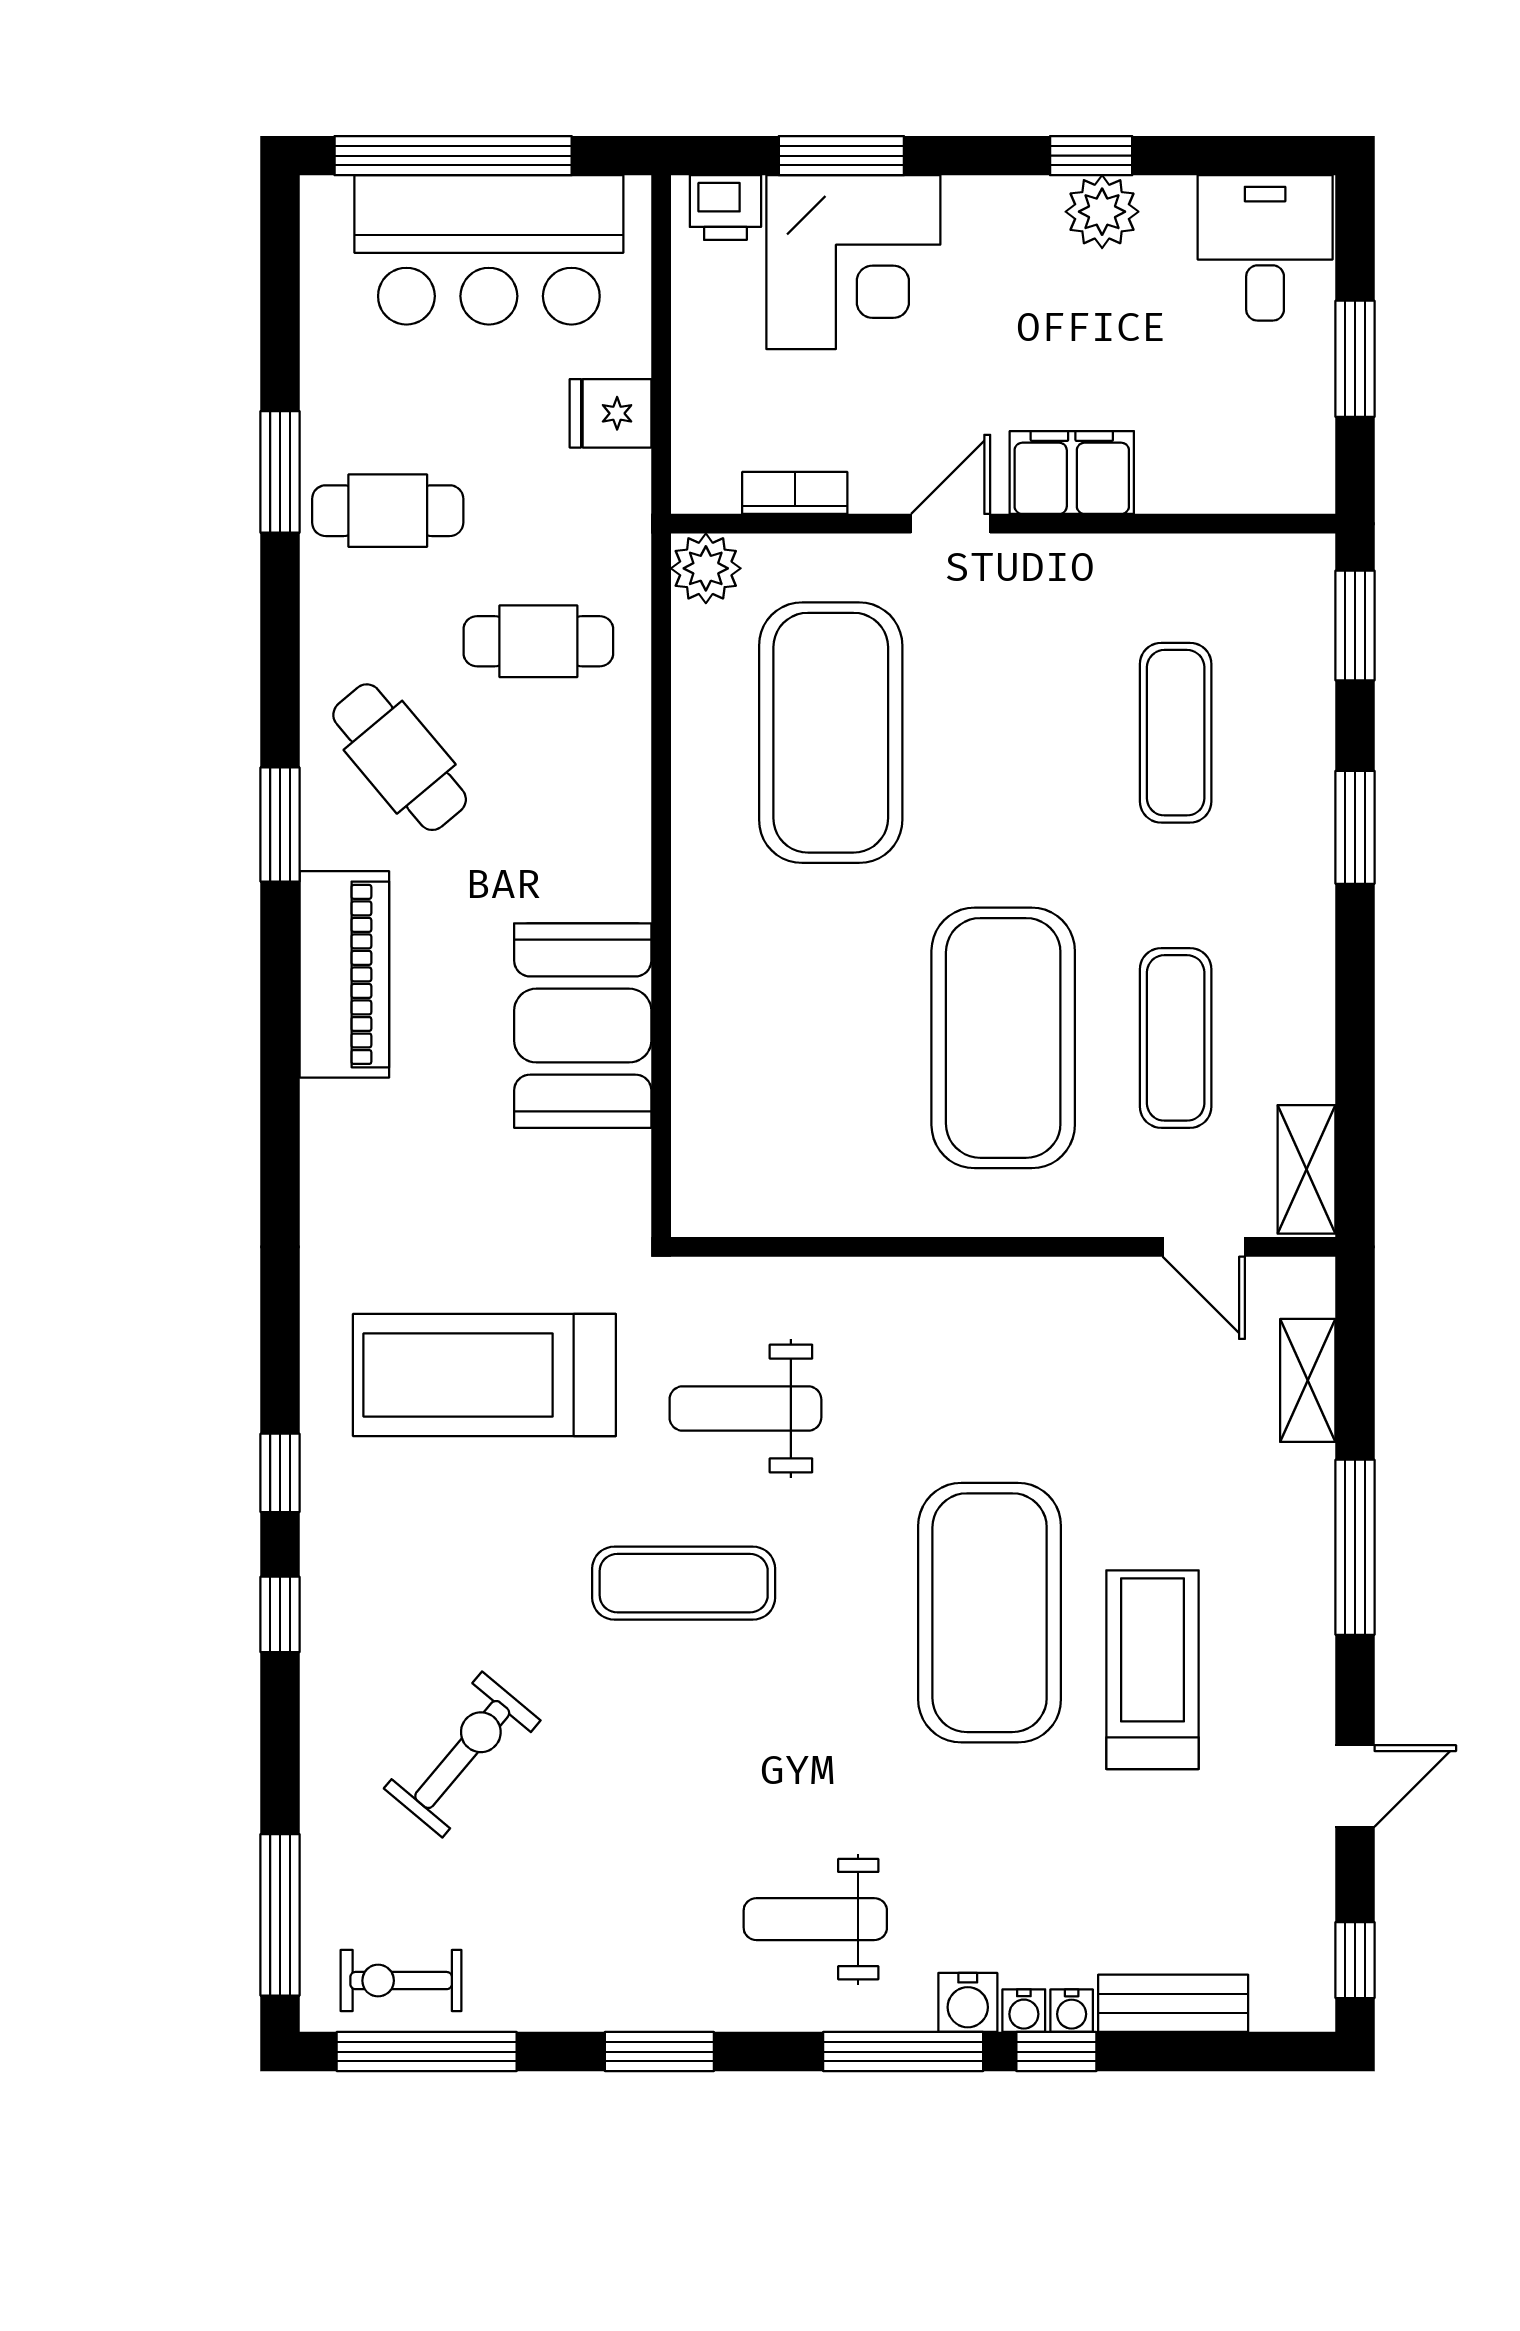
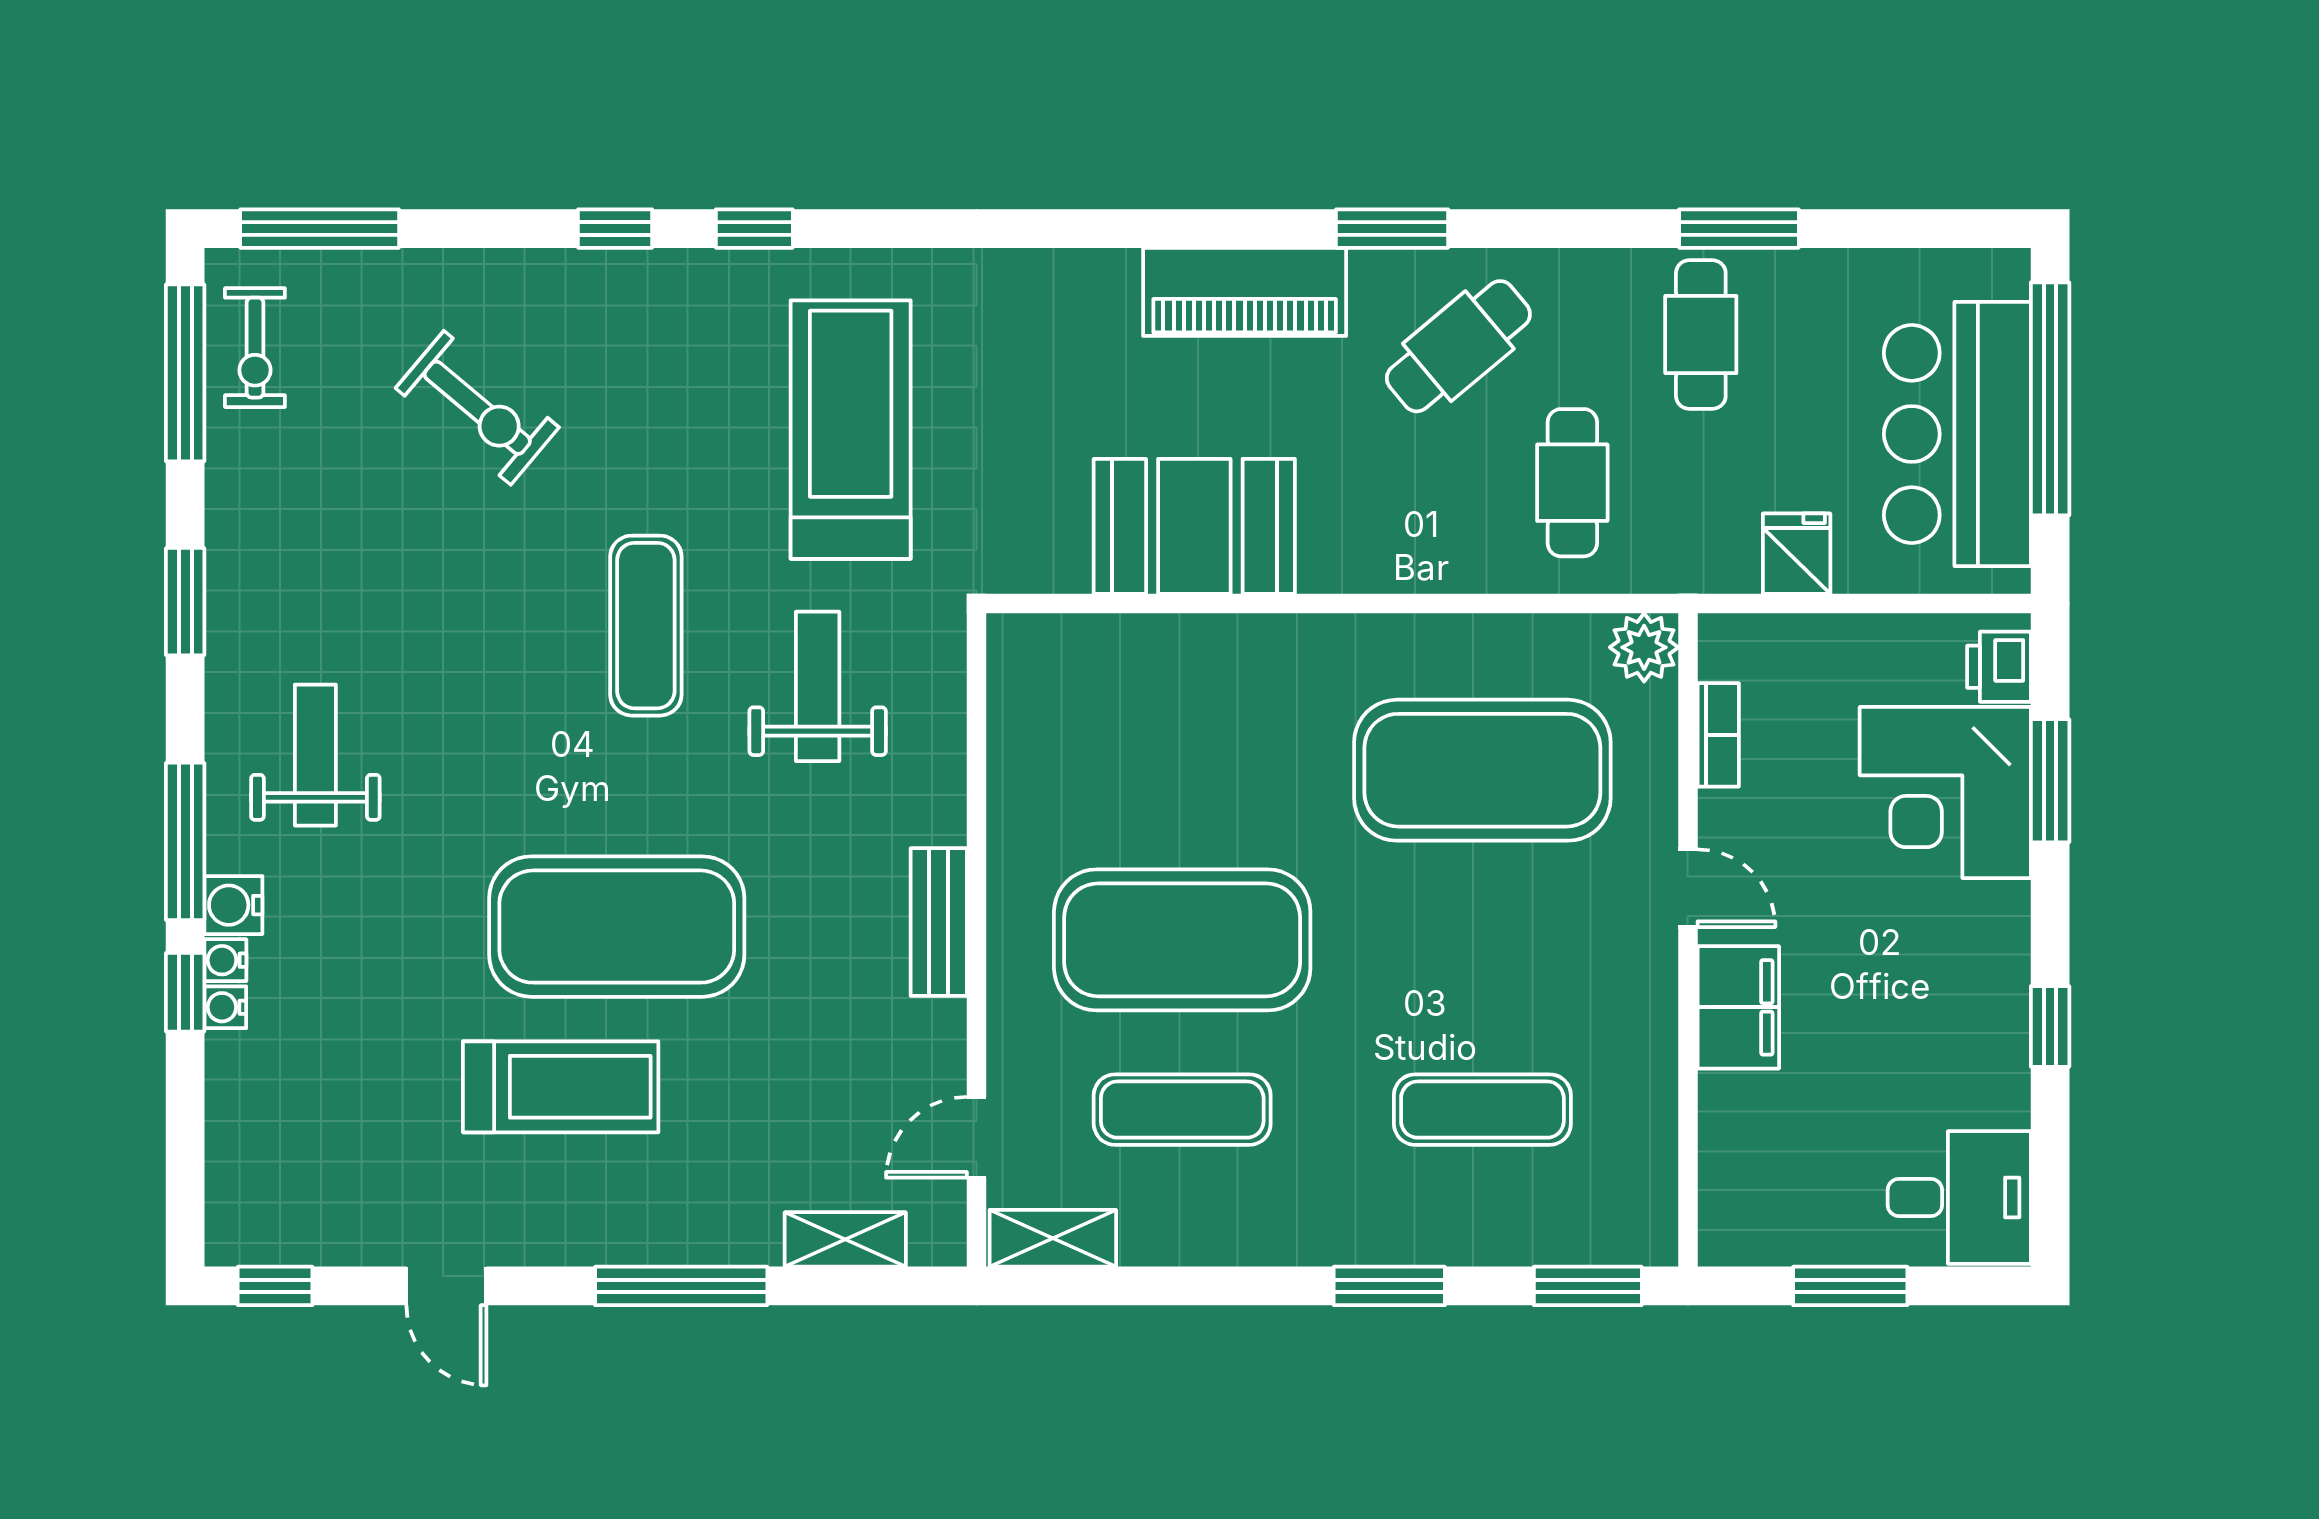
plant: (1102, 212) -> (1995, 1037), removed
exercise bike: (401, 1981) -> (255, 348), turned 180
bench: (1173, 2003) -> (939, 922), moved

